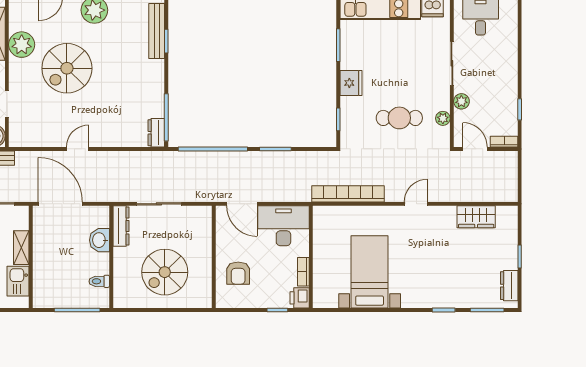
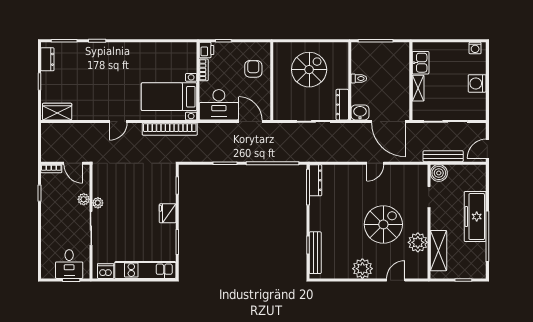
cafe table: (399, 118) -> (131, 187), removed
plant: (443, 118) -> (98, 203), moved
dresser: (156, 133) -> (315, 180), width x1.44
wardrobe: (476, 217) -> (57, 112), moved
washbasin: (99, 240) -> (360, 112), moved, turned -90
bed with nightstands: (370, 272) -> (169, 97), moved, turned 90
toilet: (99, 281) -> (359, 79), moved

